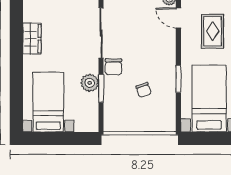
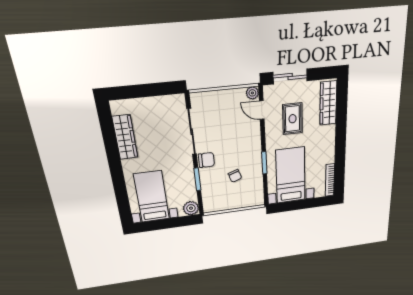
wardrobe: (32, 39) -> (125, 137), width x1.50
chair: (113, 67) -> (206, 160), turned -90
plant: (90, 83) -> (191, 208), moved

